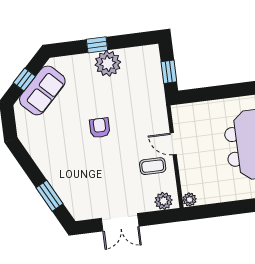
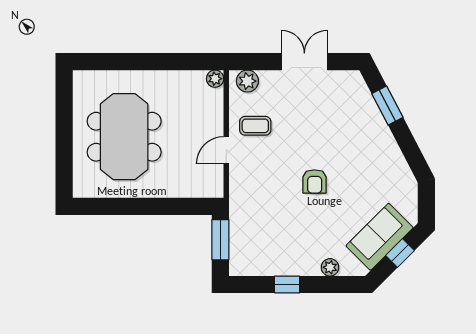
window: (97, 45) -> (287, 284), moved
plant: (108, 63) -> (330, 267), moved, width x0.53, depth x0.53
window: (169, 72) -> (220, 240), width x1.50
door: (173, 144) -> (226, 150), swing flipped

